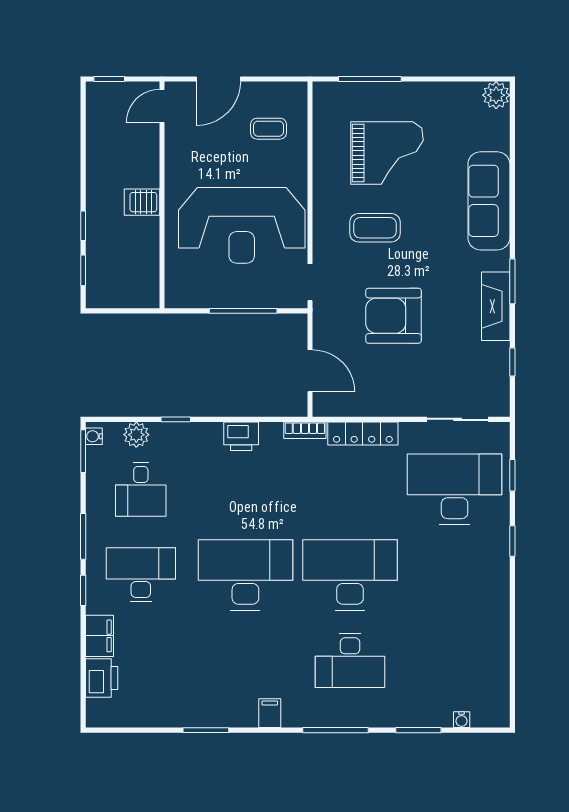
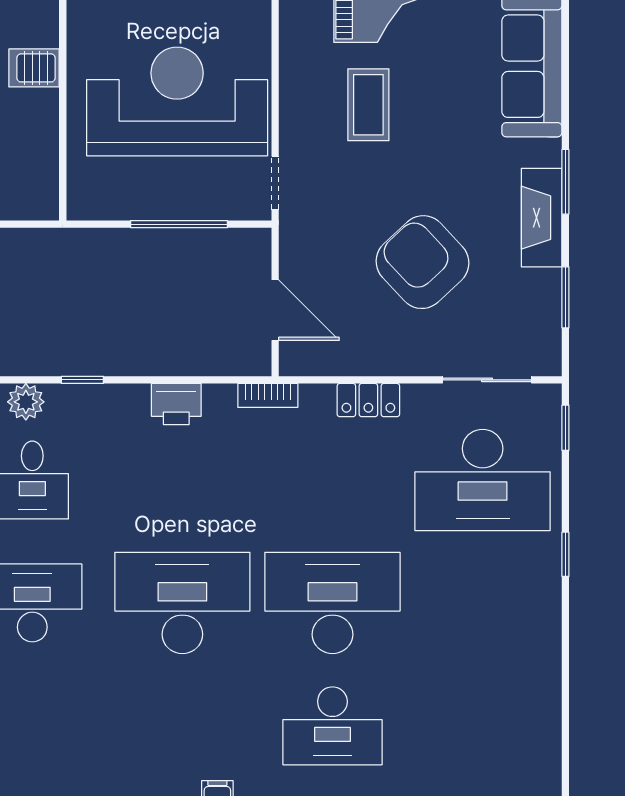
reception desk: (242, 225) -> (177, 101), turned 180
coffee table: (375, 228) -> (368, 105), turned 90
armchair: (394, 316) -> (423, 262), moved, turned 47
window: (512, 362) -> (565, 297), width x1.50
locker: (363, 433) -> (368, 400), width x0.66
window: (512, 475) -> (565, 428), moved
desk: (455, 489) -> (483, 480), turned 180

